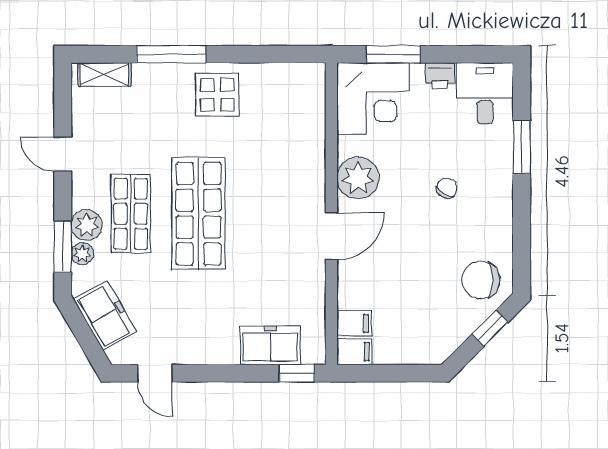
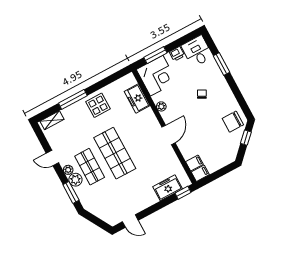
plant: (358, 178) -> (161, 106), width x0.53, depth x0.53
plant: (82, 254) -> (68, 170), moved
freezer: (105, 315) -> (137, 98), moved, turned -150

